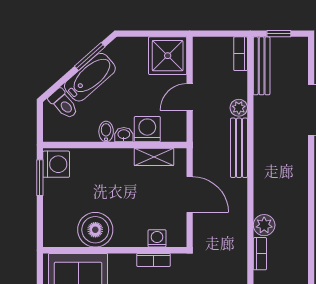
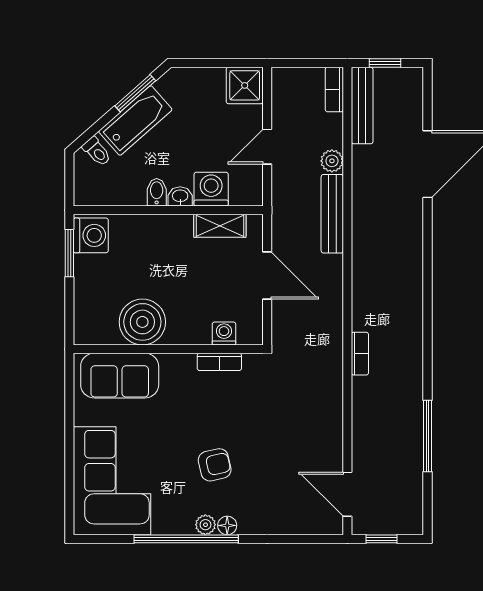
shower: (168, 56) -> (245, 85), width x0.73, depth x0.73
toilet: (63, 104) -> (97, 152), width x0.73, depth x0.72
plant: (264, 225) -> (365, 316), removed

